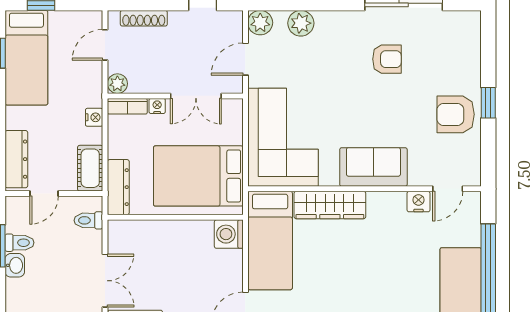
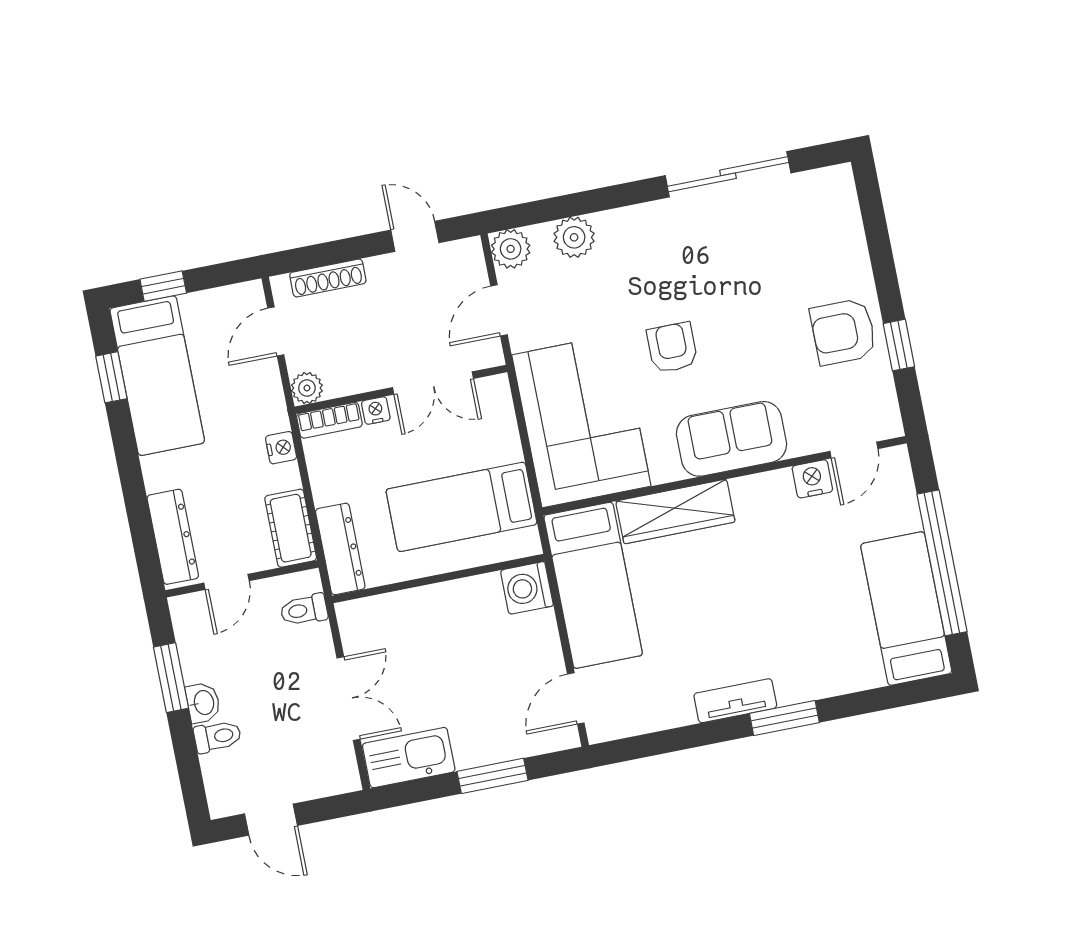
armchair: (387, 59) -> (672, 348), moved, turned -90
window: (488, 103) -> (899, 345), moved
bed: (198, 176) -> (462, 507), width x0.67
toilet: (19, 243) -> (217, 737), moved

